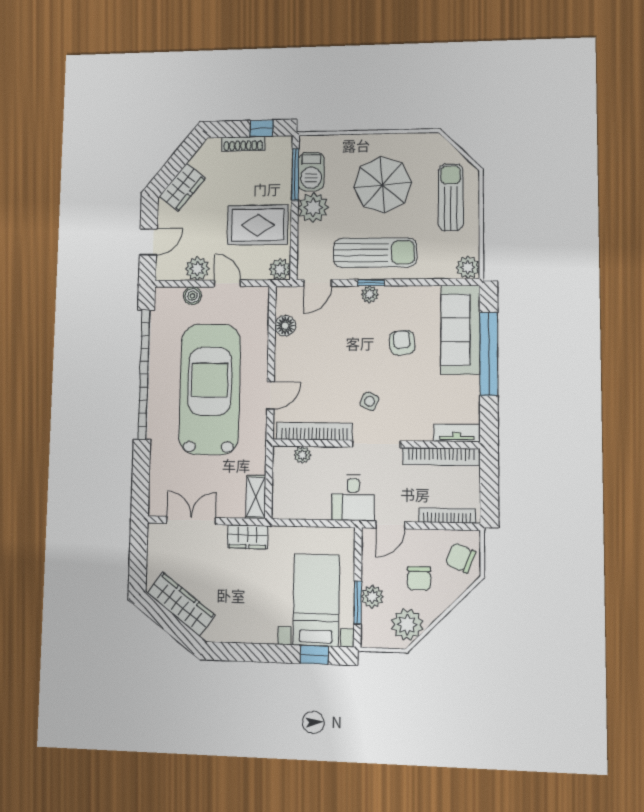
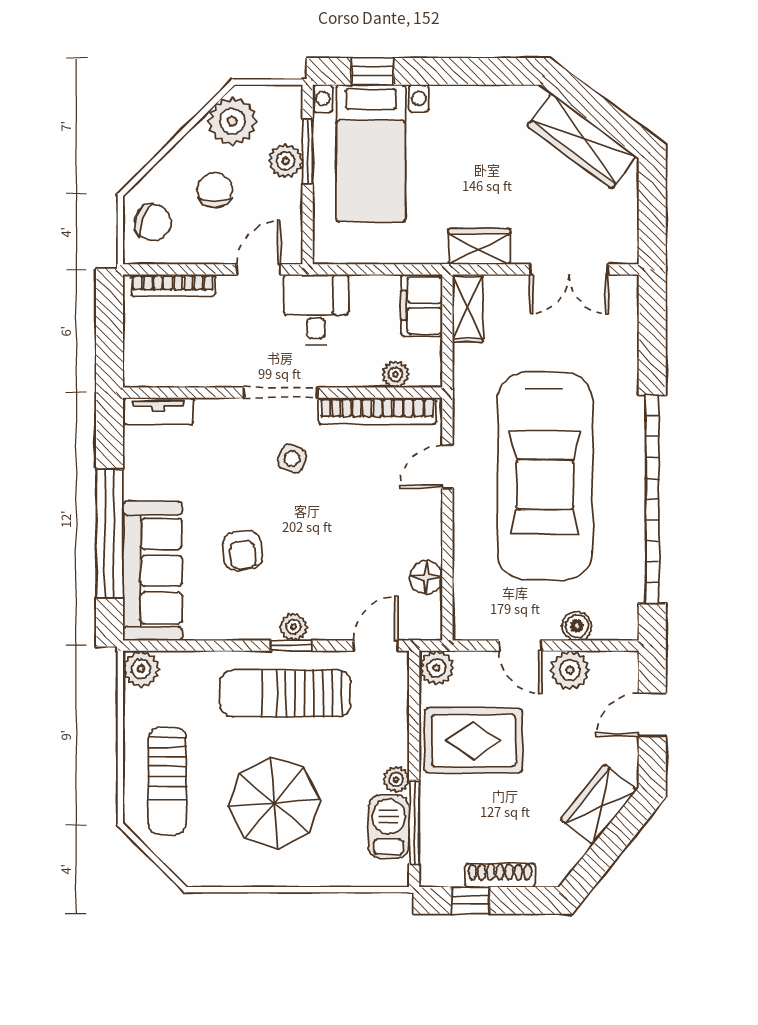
plant: (313, 207) -> (396, 779), width x0.53, depth x0.53
bookcase: (441, 457) -> (182, 375), removed
filing cabinet: (285, 499) -> (422, 305), added

